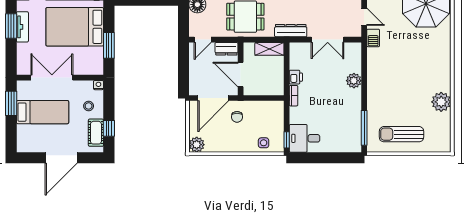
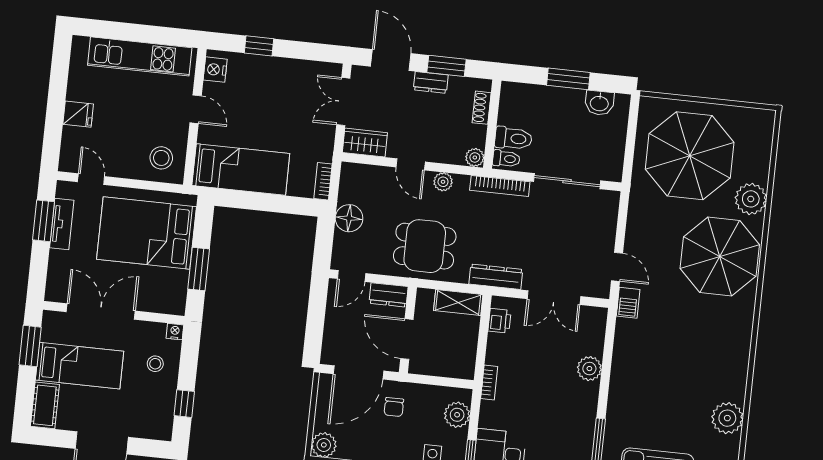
printer: (296, 77) -> (500, 321), moved
plant: (276, 117) -> (457, 415), added
cot: (96, 133) -> (45, 405), moved

